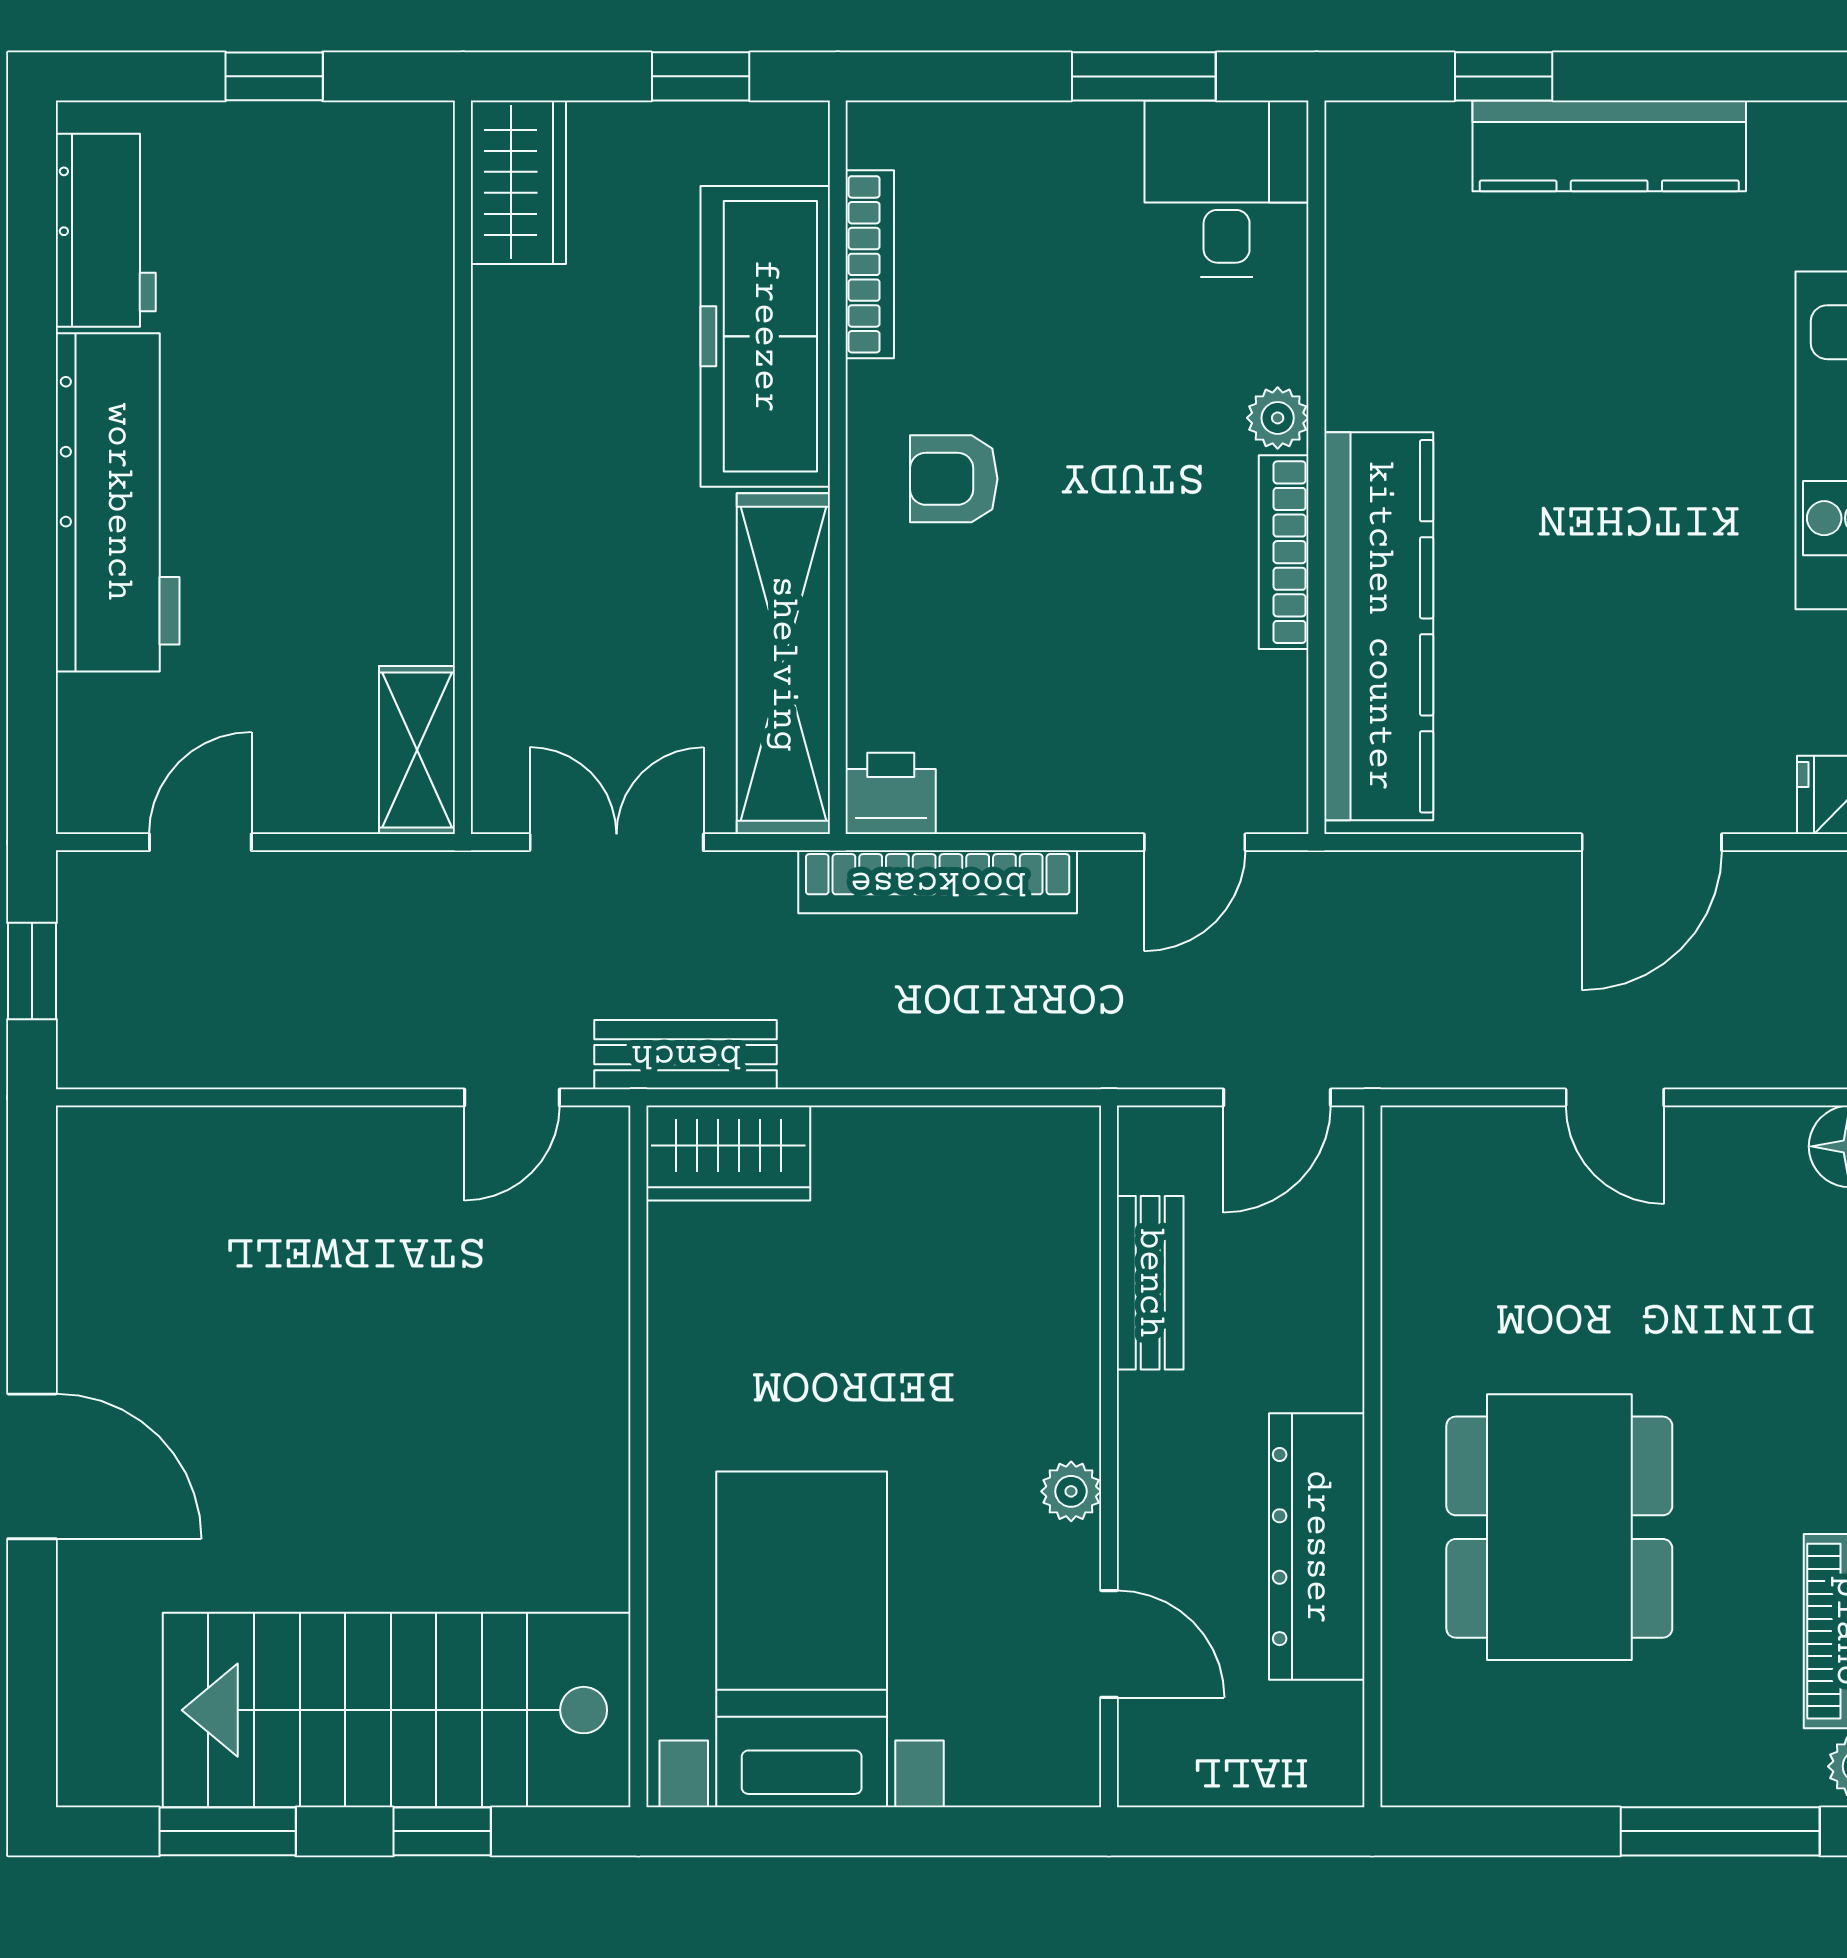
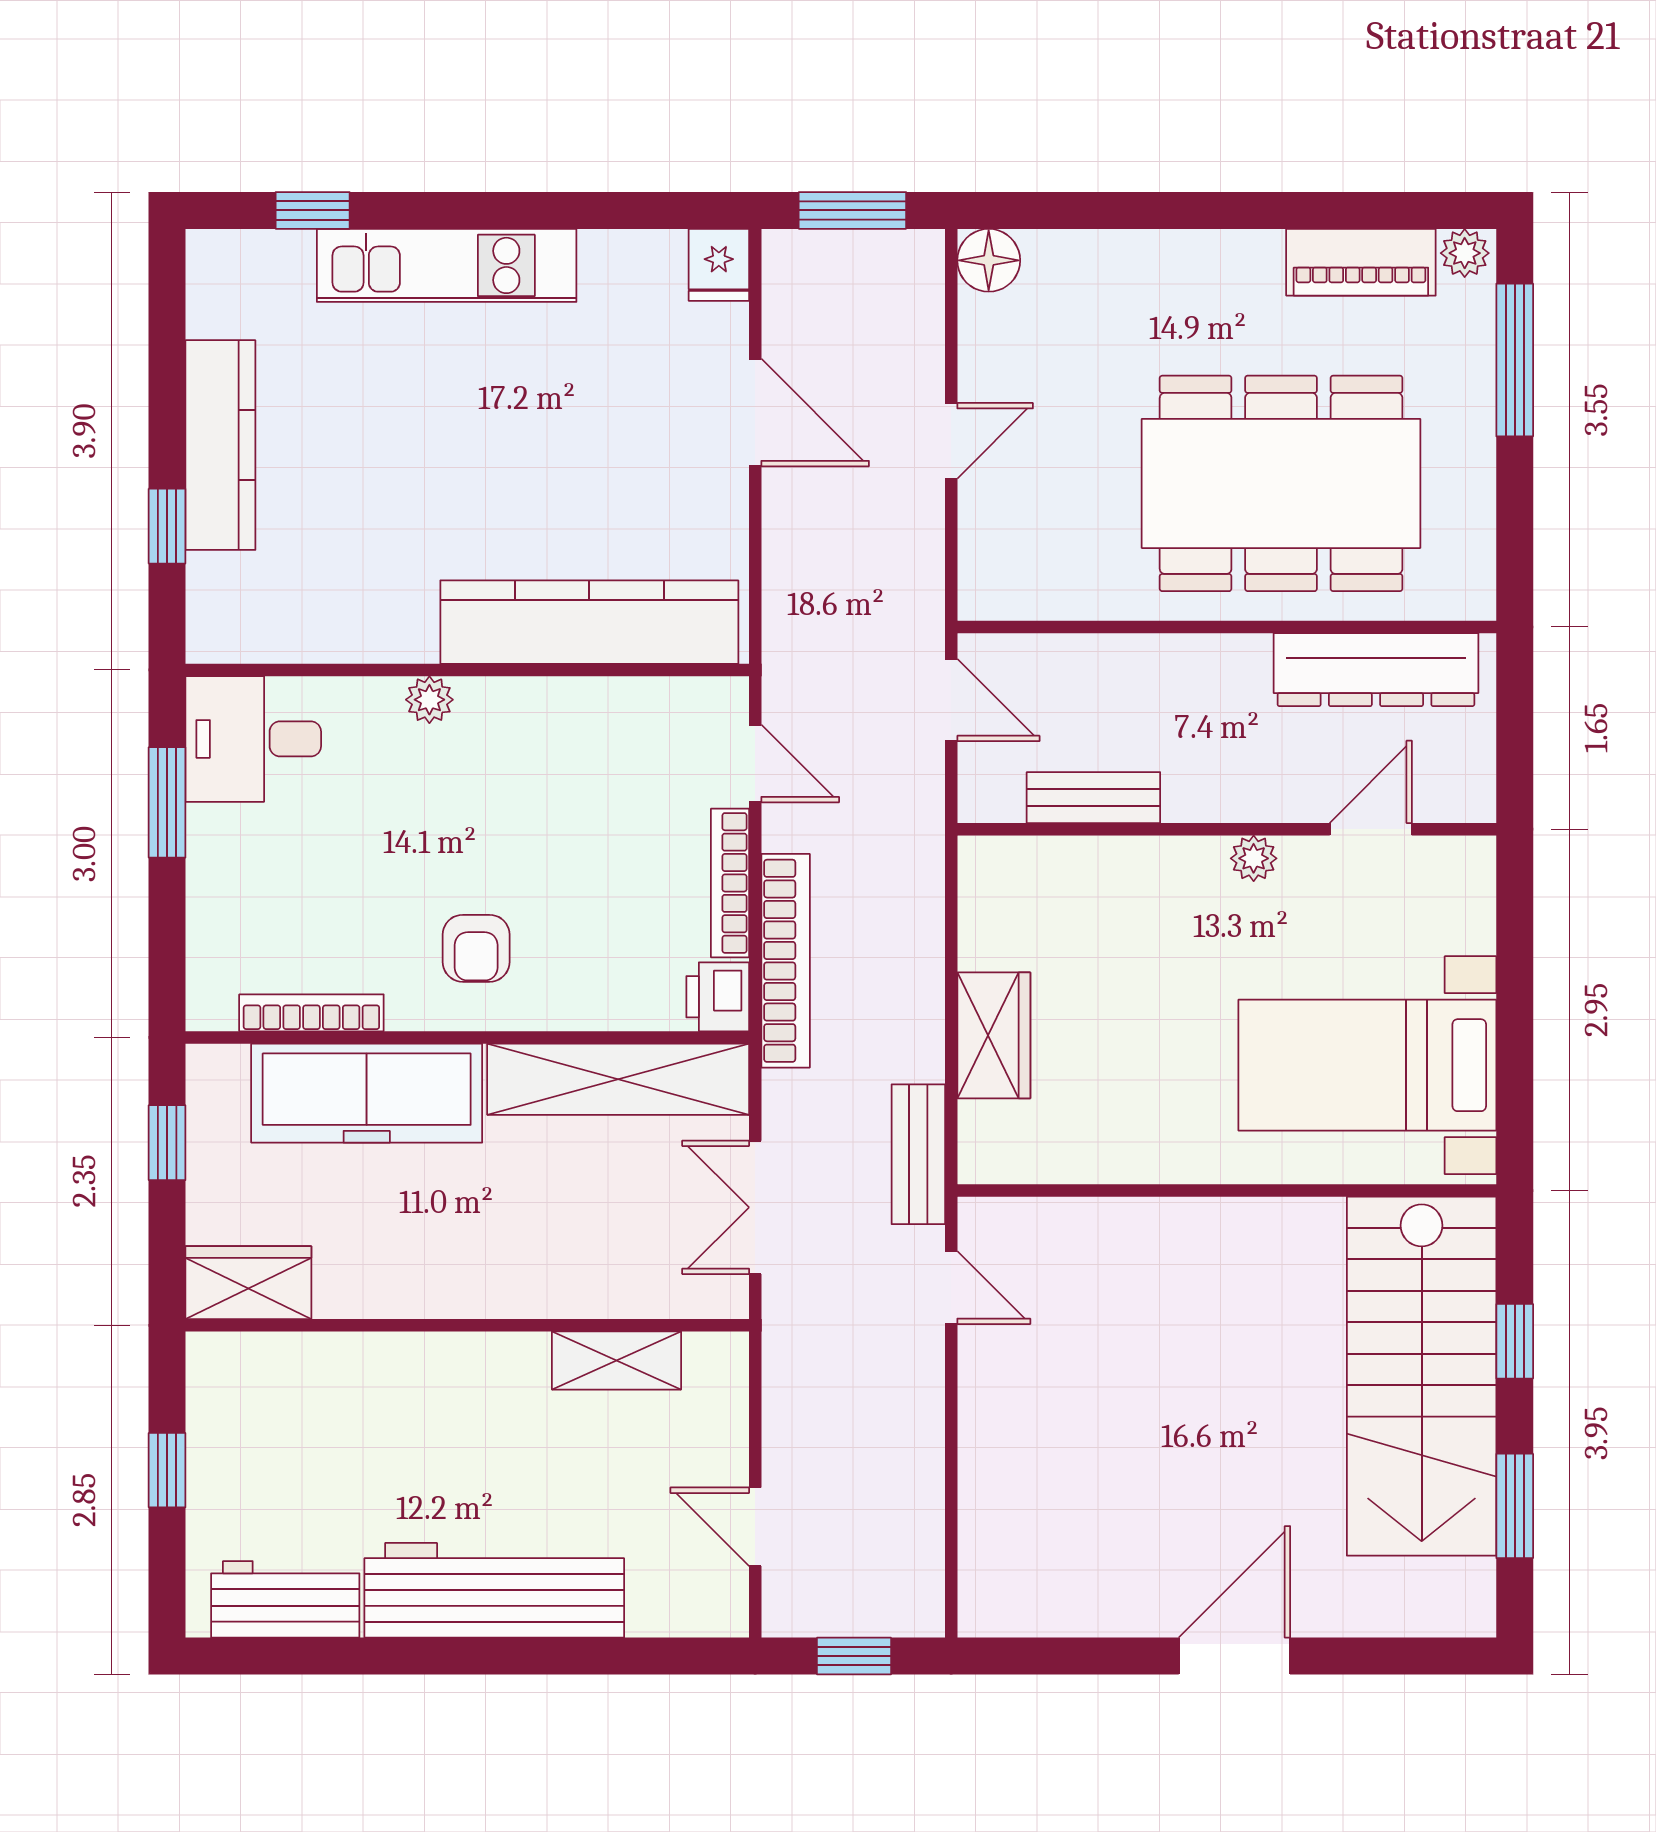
bookcase: (1284, 552) -> (730, 883), moved, turned 90
shelving: (417, 750) -> (616, 1361), moved
wardrobe: (728, 1153) -> (994, 1035), moved
dining table: (1559, 1527) -> (1281, 483), width x1.36, depth x1.24
dresser: (1317, 1547) -> (1376, 670), moved

